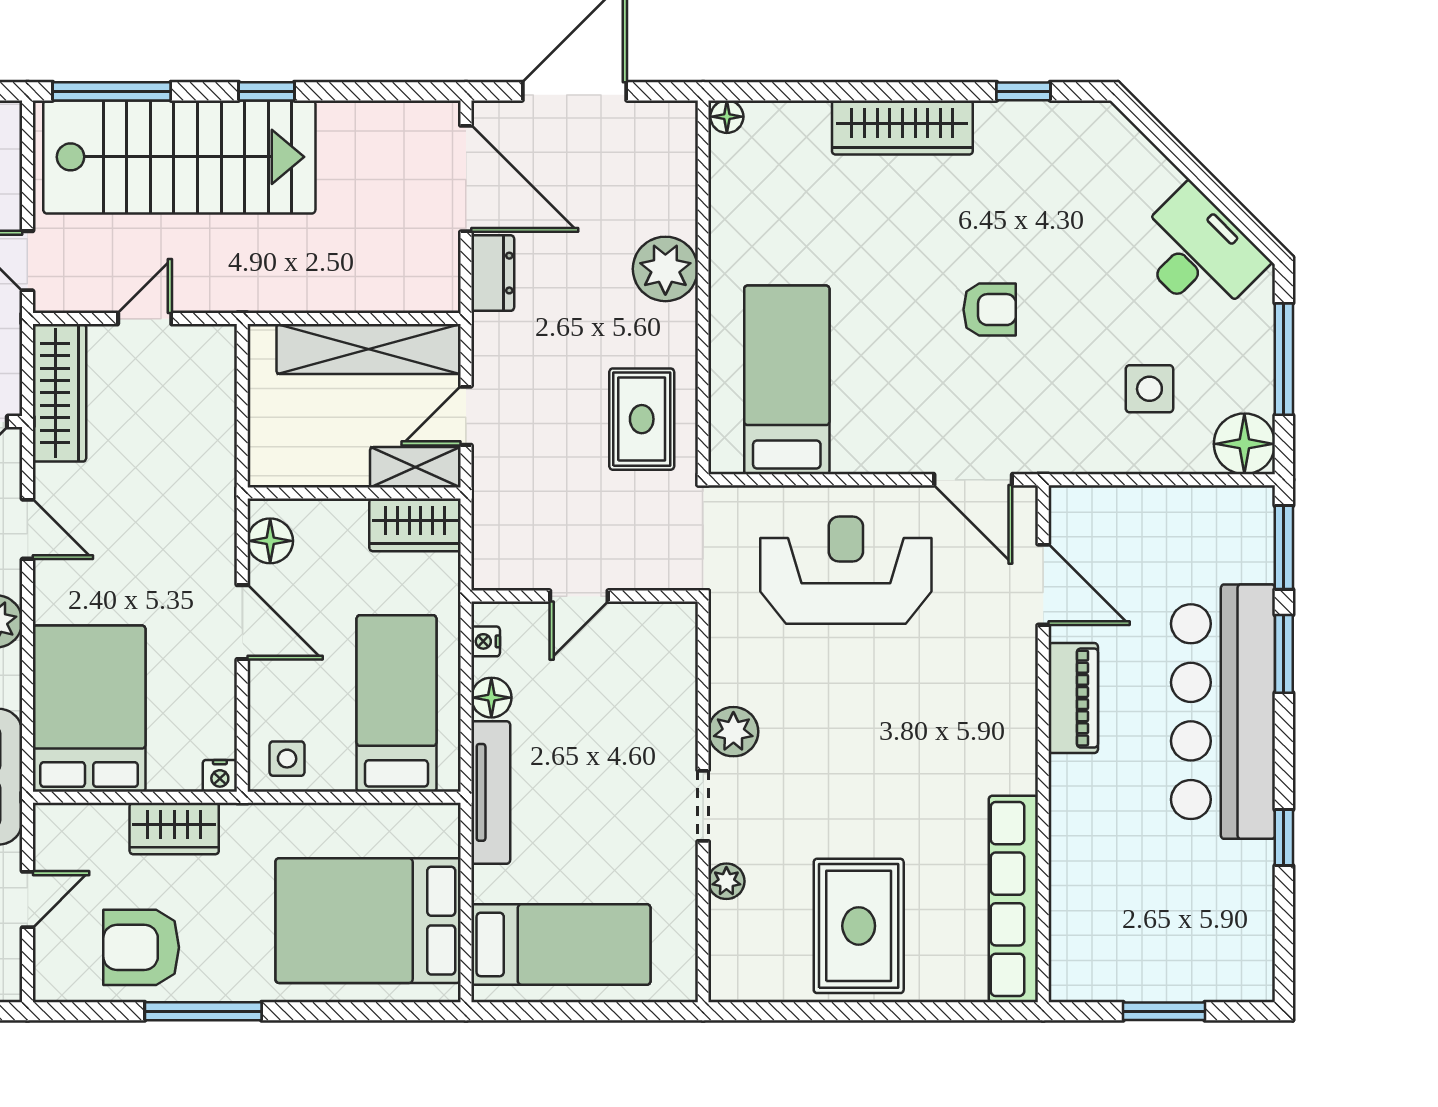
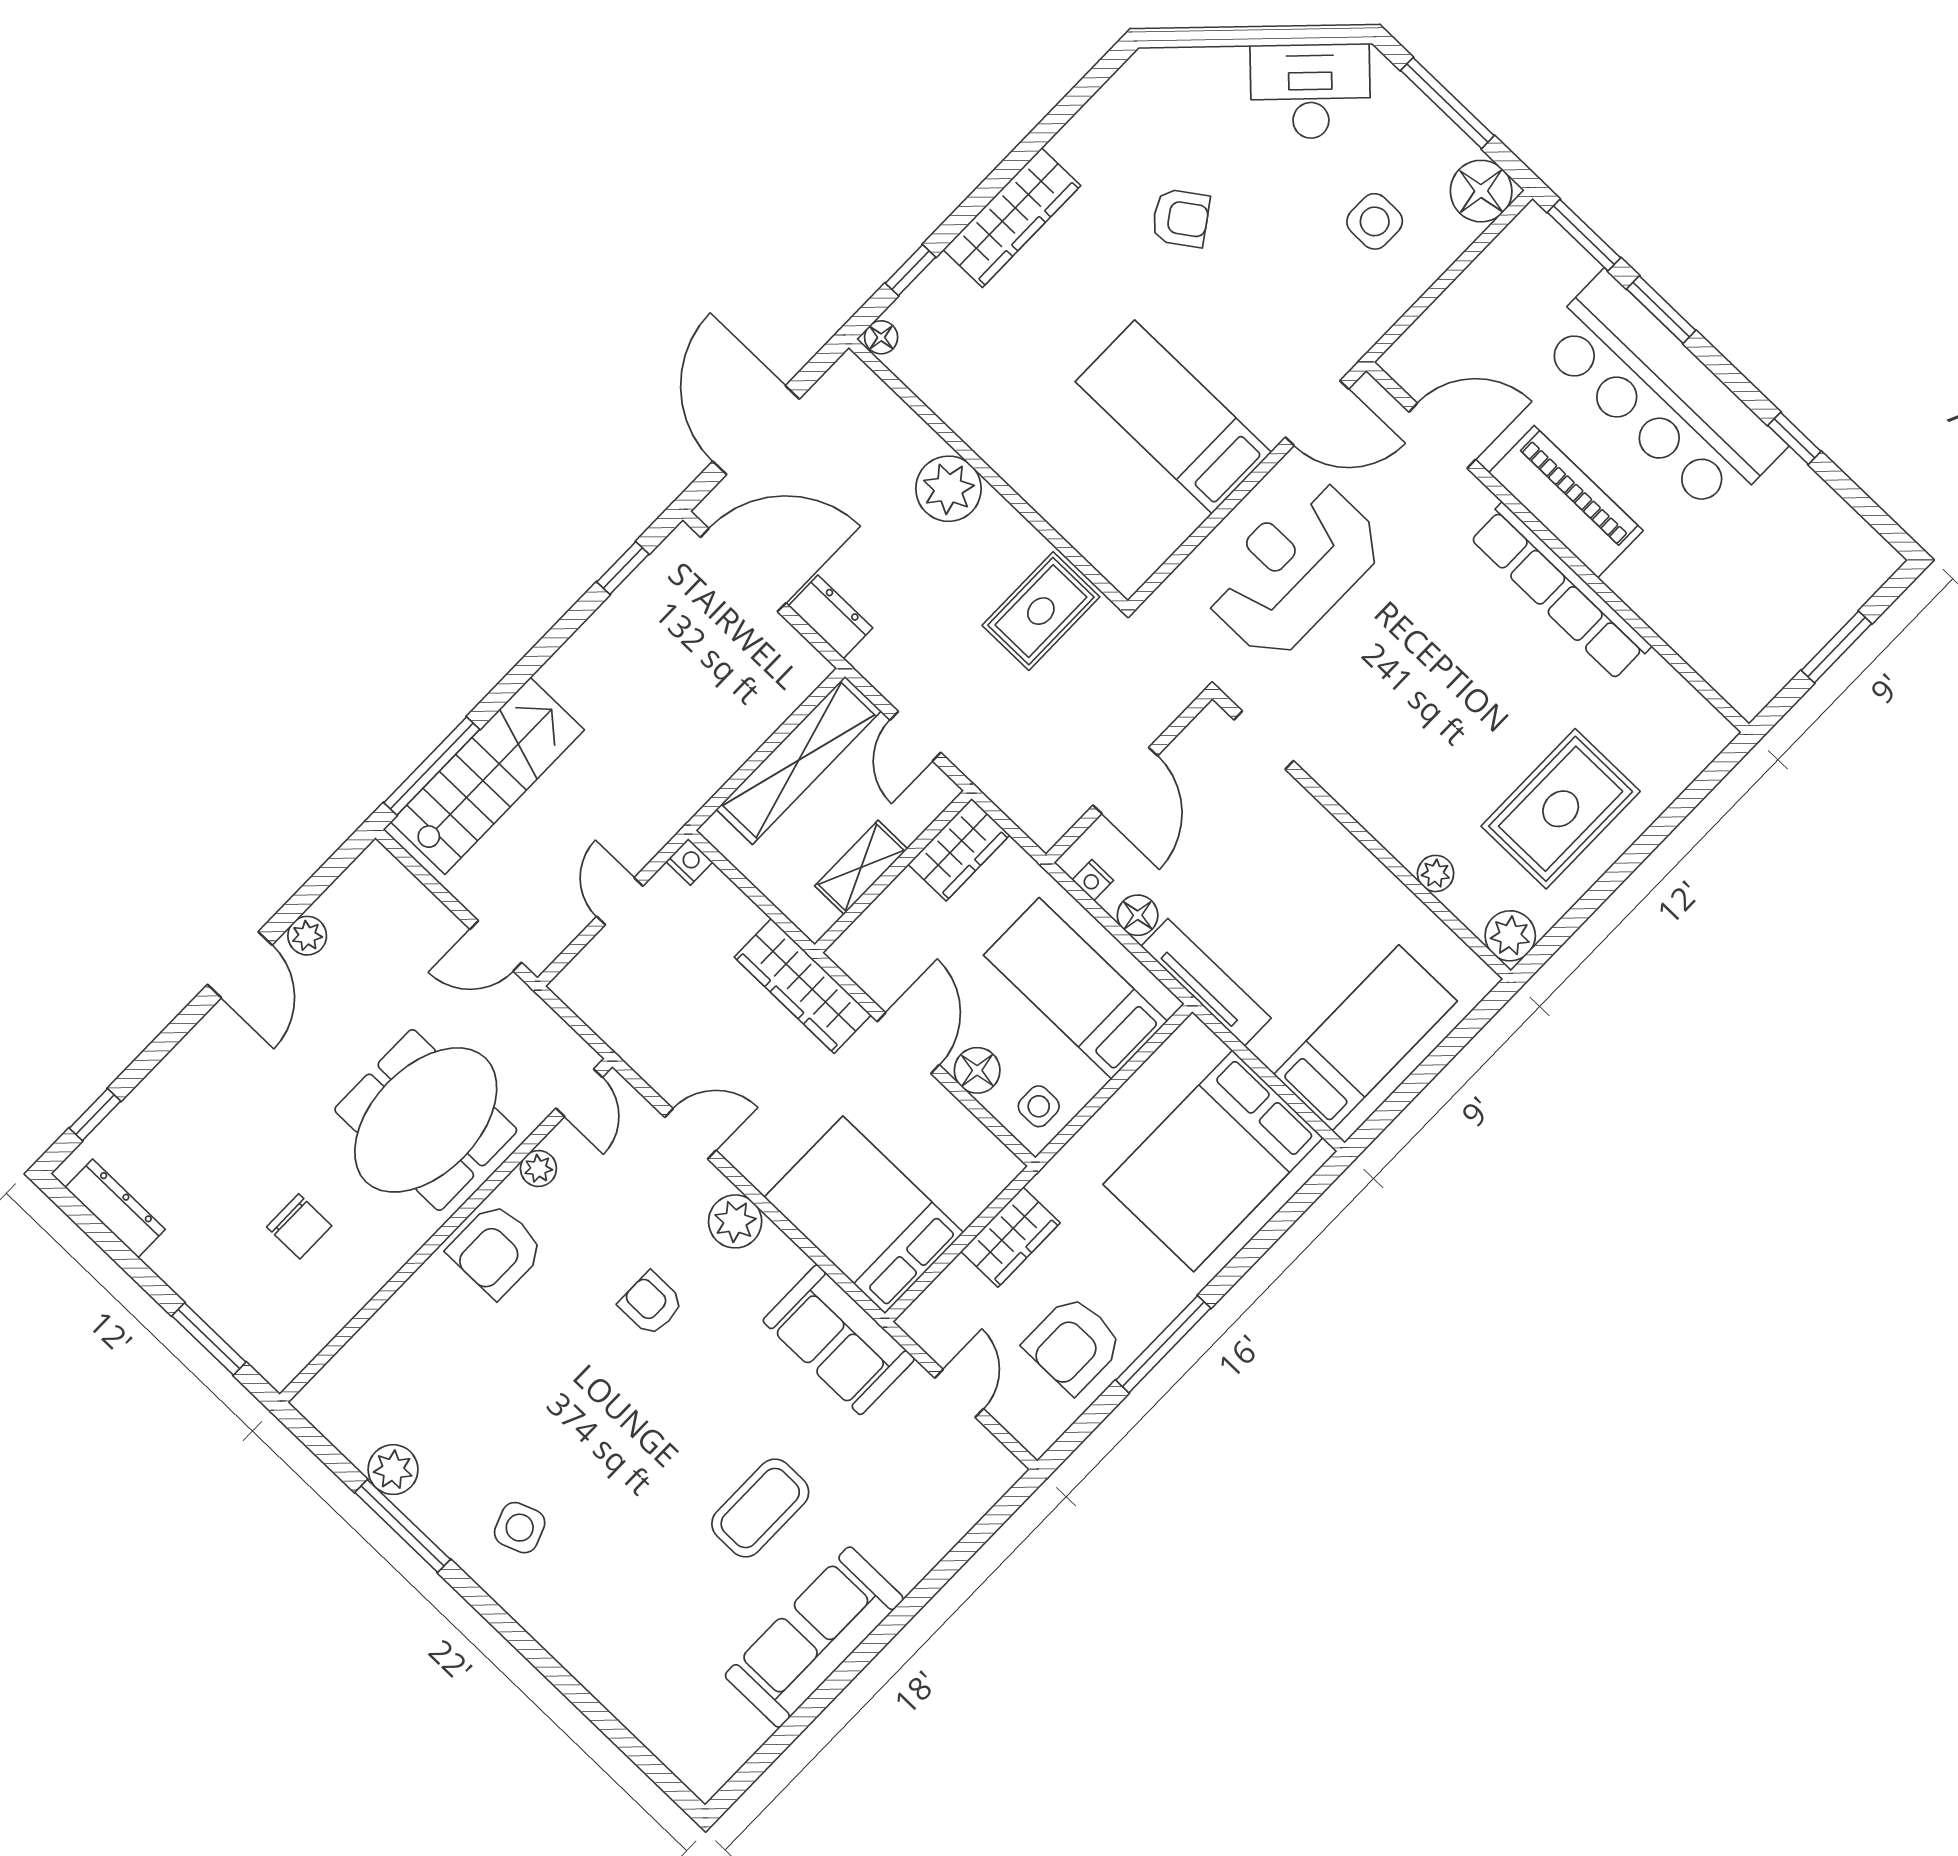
window: (266, 91) -> (623, 568), moved
window: (1023, 91) -> (911, 270), moved
stairs: (179, 157) -> (487, 776), width x0.73, depth x0.66
armchair: (990, 310) -> (1181, 218), moved, turned 55
bed: (787, 380) -> (1173, 417), moved
wardrobe: (59, 393) -> (803, 986), moved, turned 180
rug: (642, 419) -> (1041, 611), turned 90
shelving: (415, 467) -> (861, 867), moved
floor lamp: (270, 541) -> (977, 1070), moved
door: (579, 596) -> (1125, 781), width x1.38
door: (242, 622) -> (908, 1043), hinge flipped
piano: (1073, 698) -> (1566, 502), width x1.37, depth x1.33
plant: (733, 732) -> (1510, 936), moved
nightstand: (220, 776) -> (689, 862), moved, turned -90
doorway: (703, 806) -> (1264, 740), moved
row of seats: (1013, 899) -> (1560, 591), moved
rug: (859, 926) -> (1561, 809), turned 90

